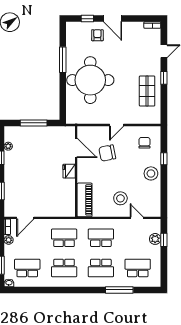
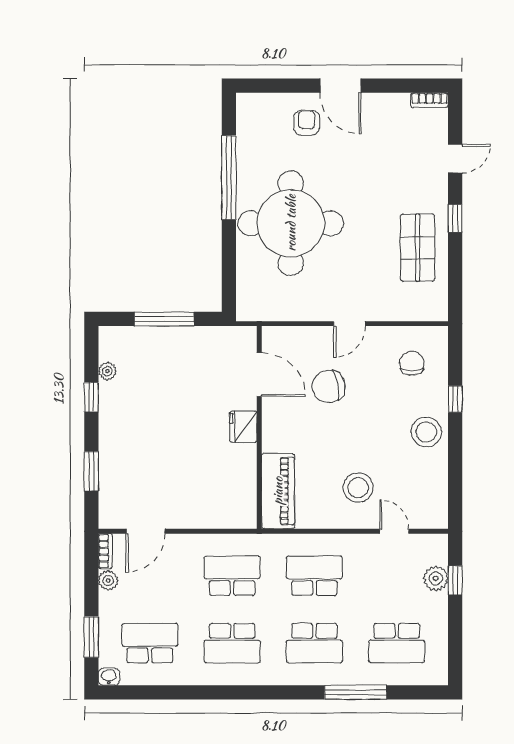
window: (87, 19) -> (284, 86), removed
window: (63, 60) -> (229, 178), width x1.46
school desk: (138, 268) -> (397, 643), turned 180

